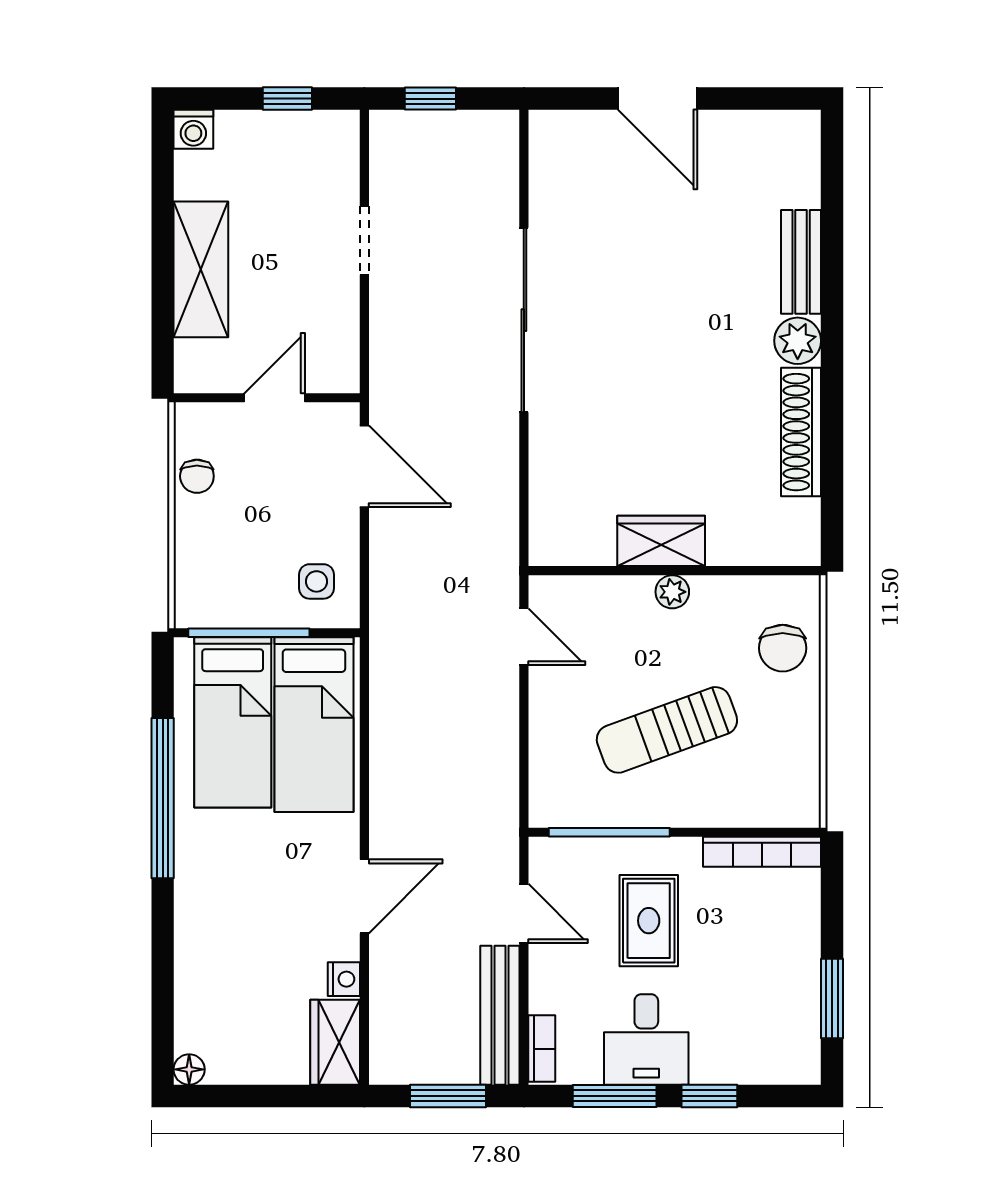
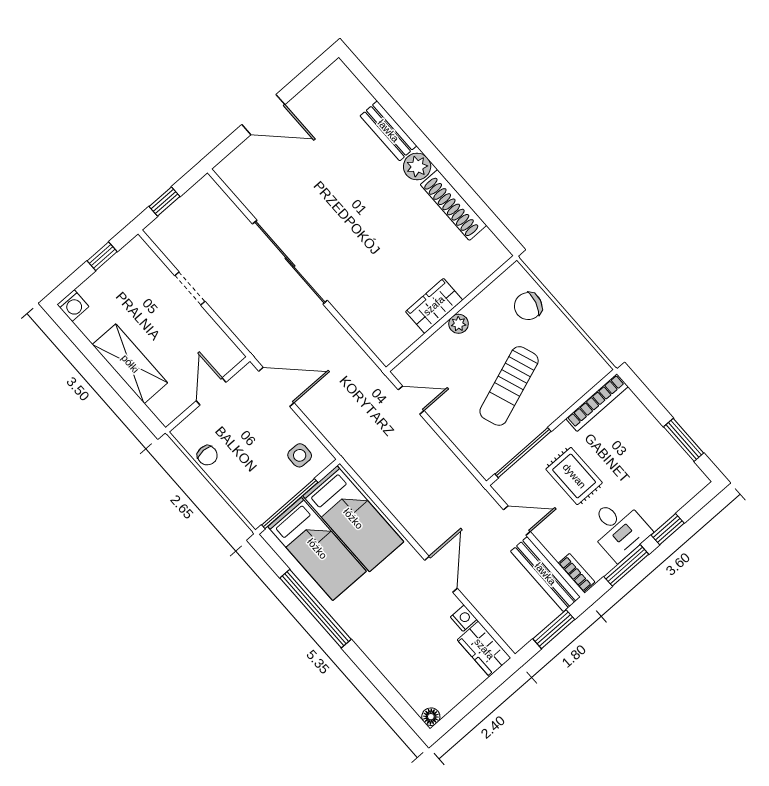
chair: (783, 648) -> (528, 306), turned 106

